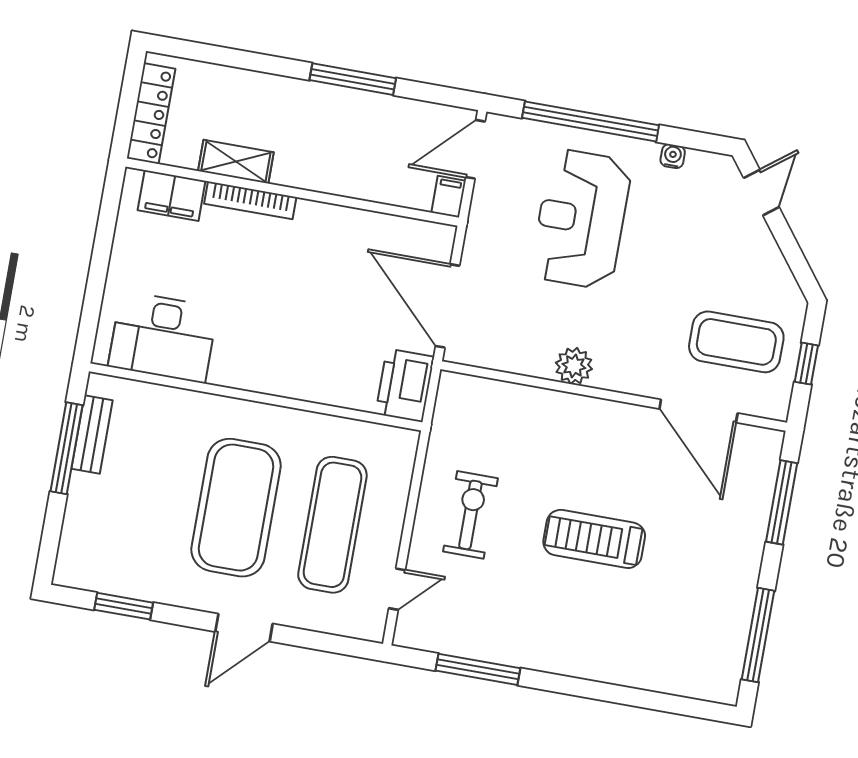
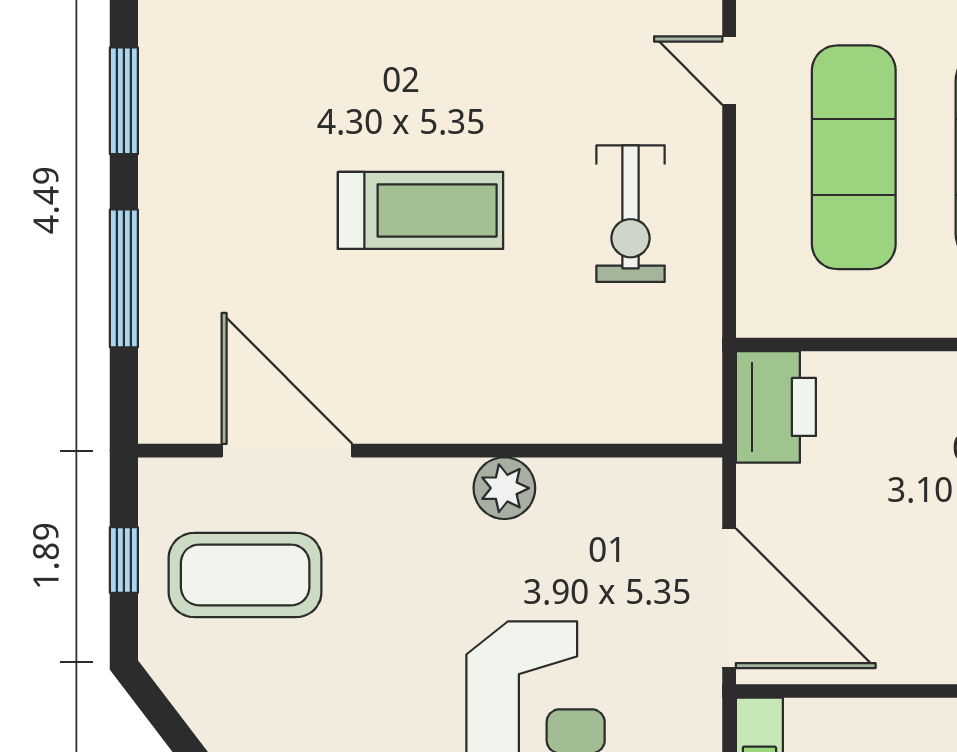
door: (447, 306) -> (729, 598), moved
window: (782, 502) -> (124, 278), moved
door: (397, 589) -> (729, 71), hinge flipped
window: (758, 635) -> (124, 101), width x0.69

